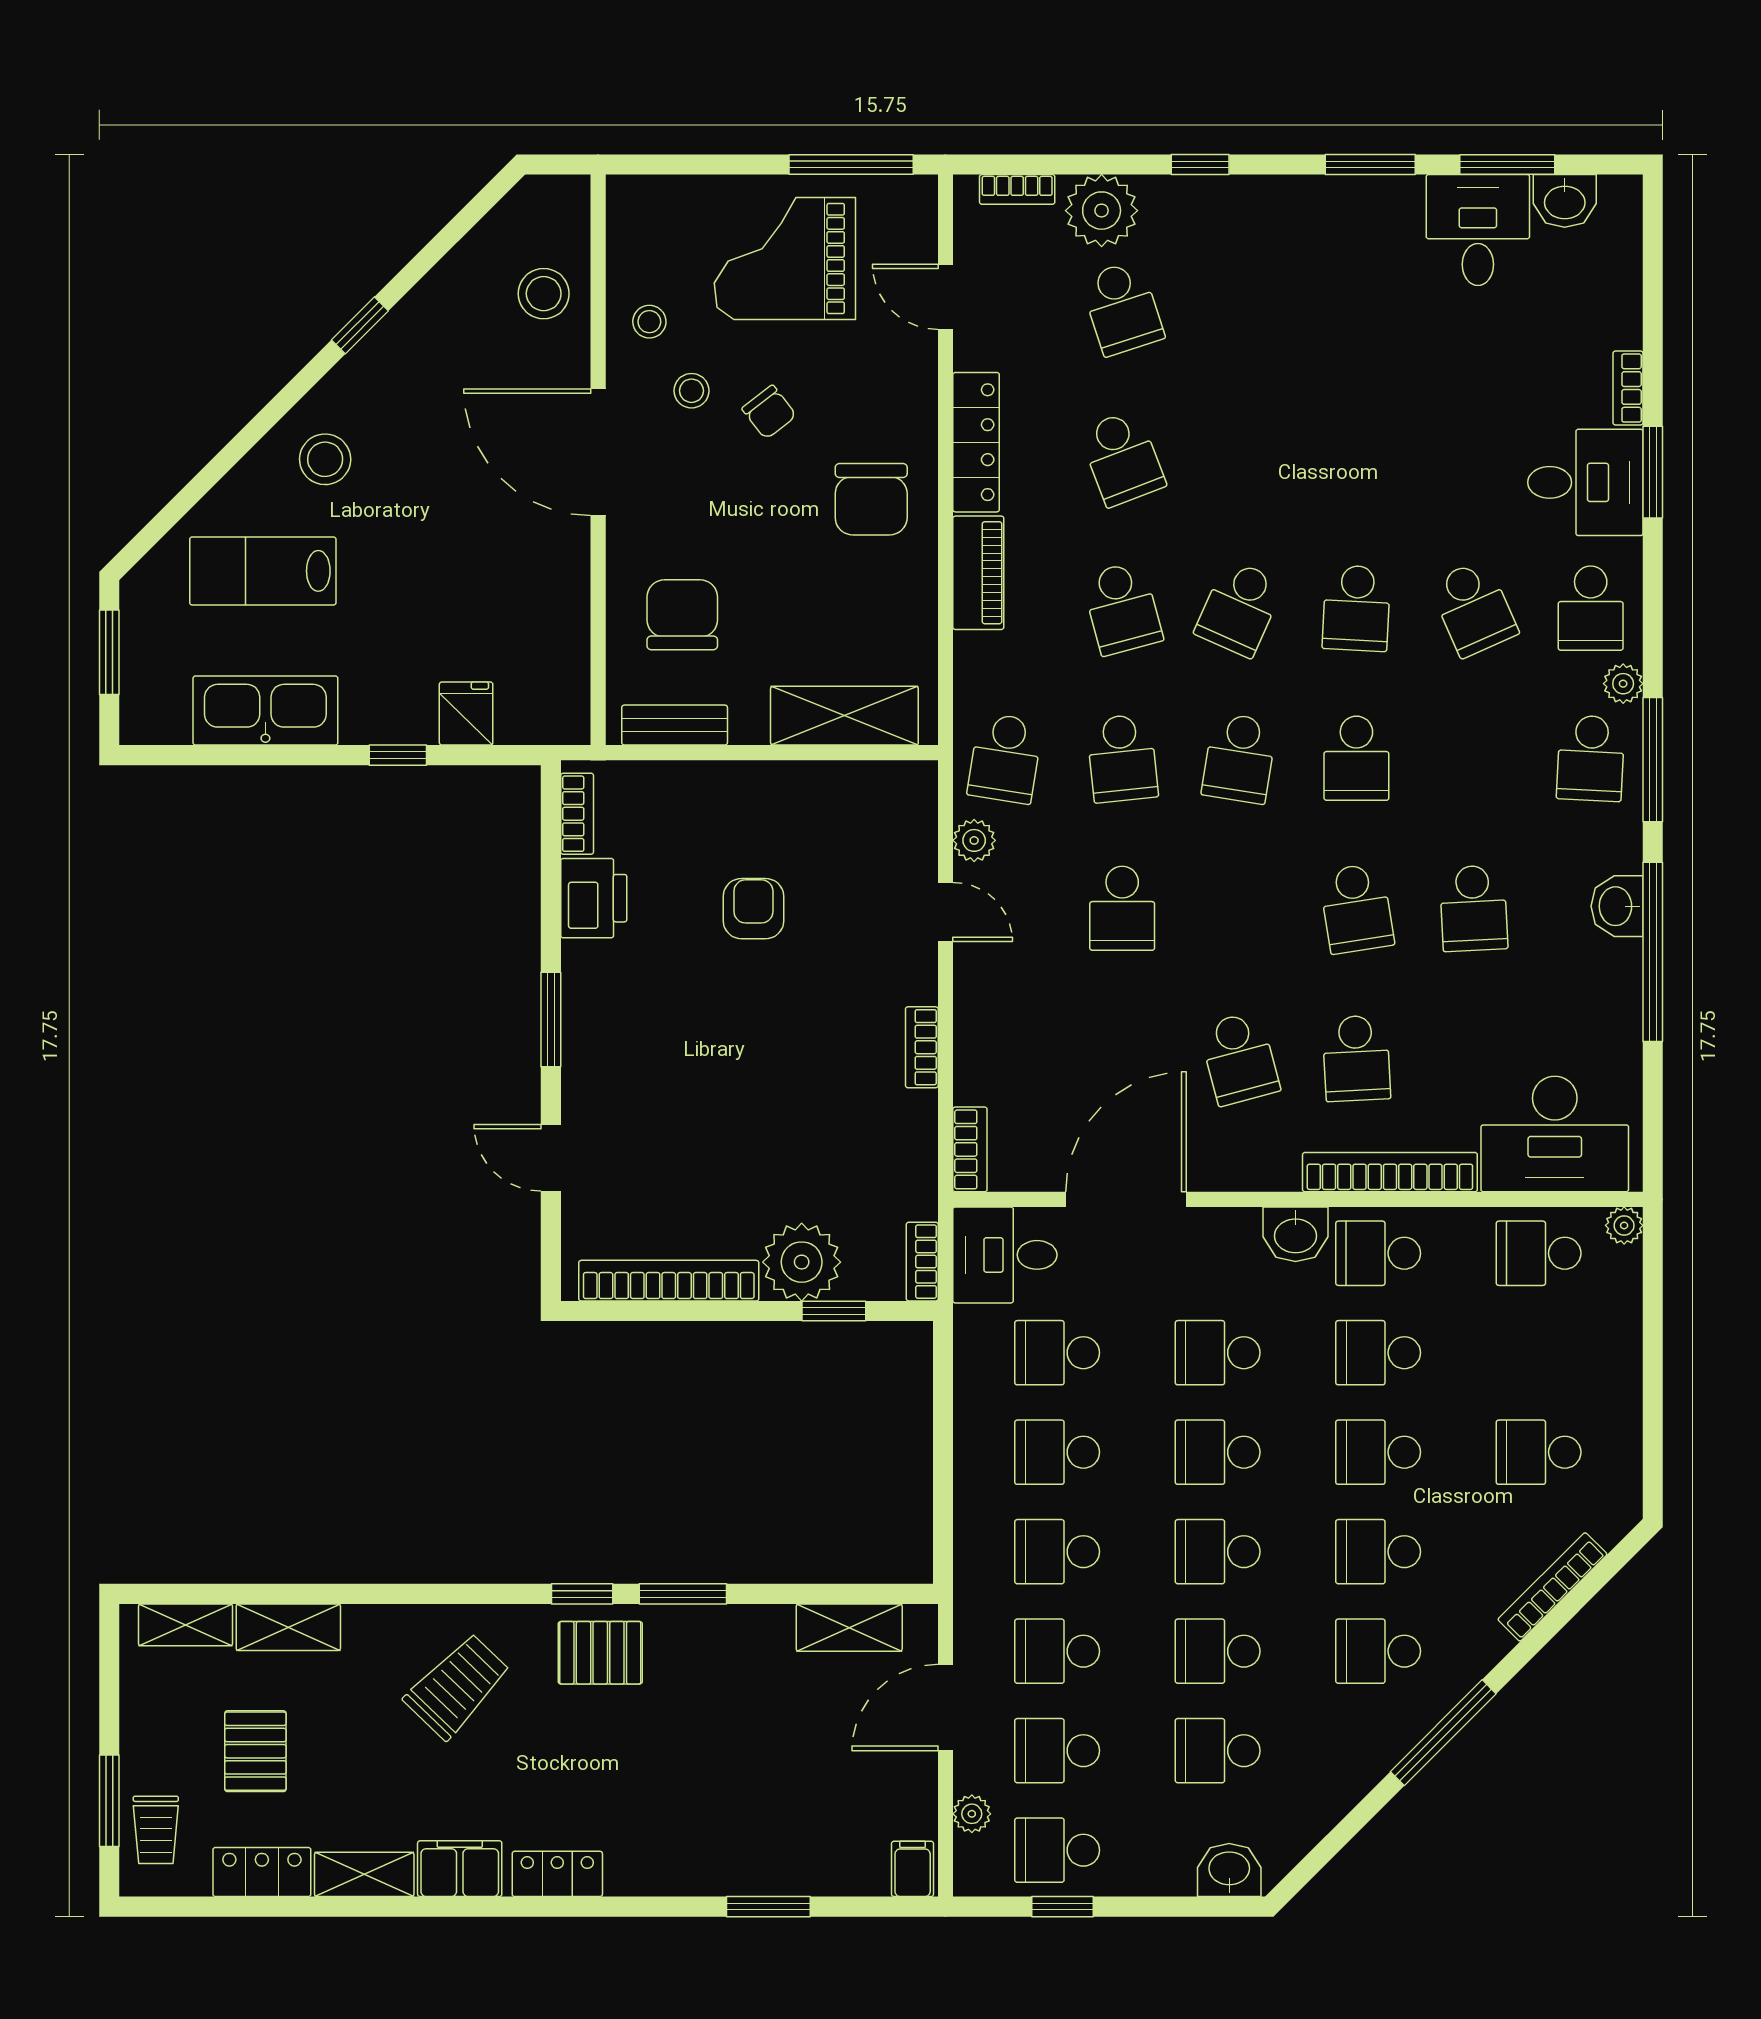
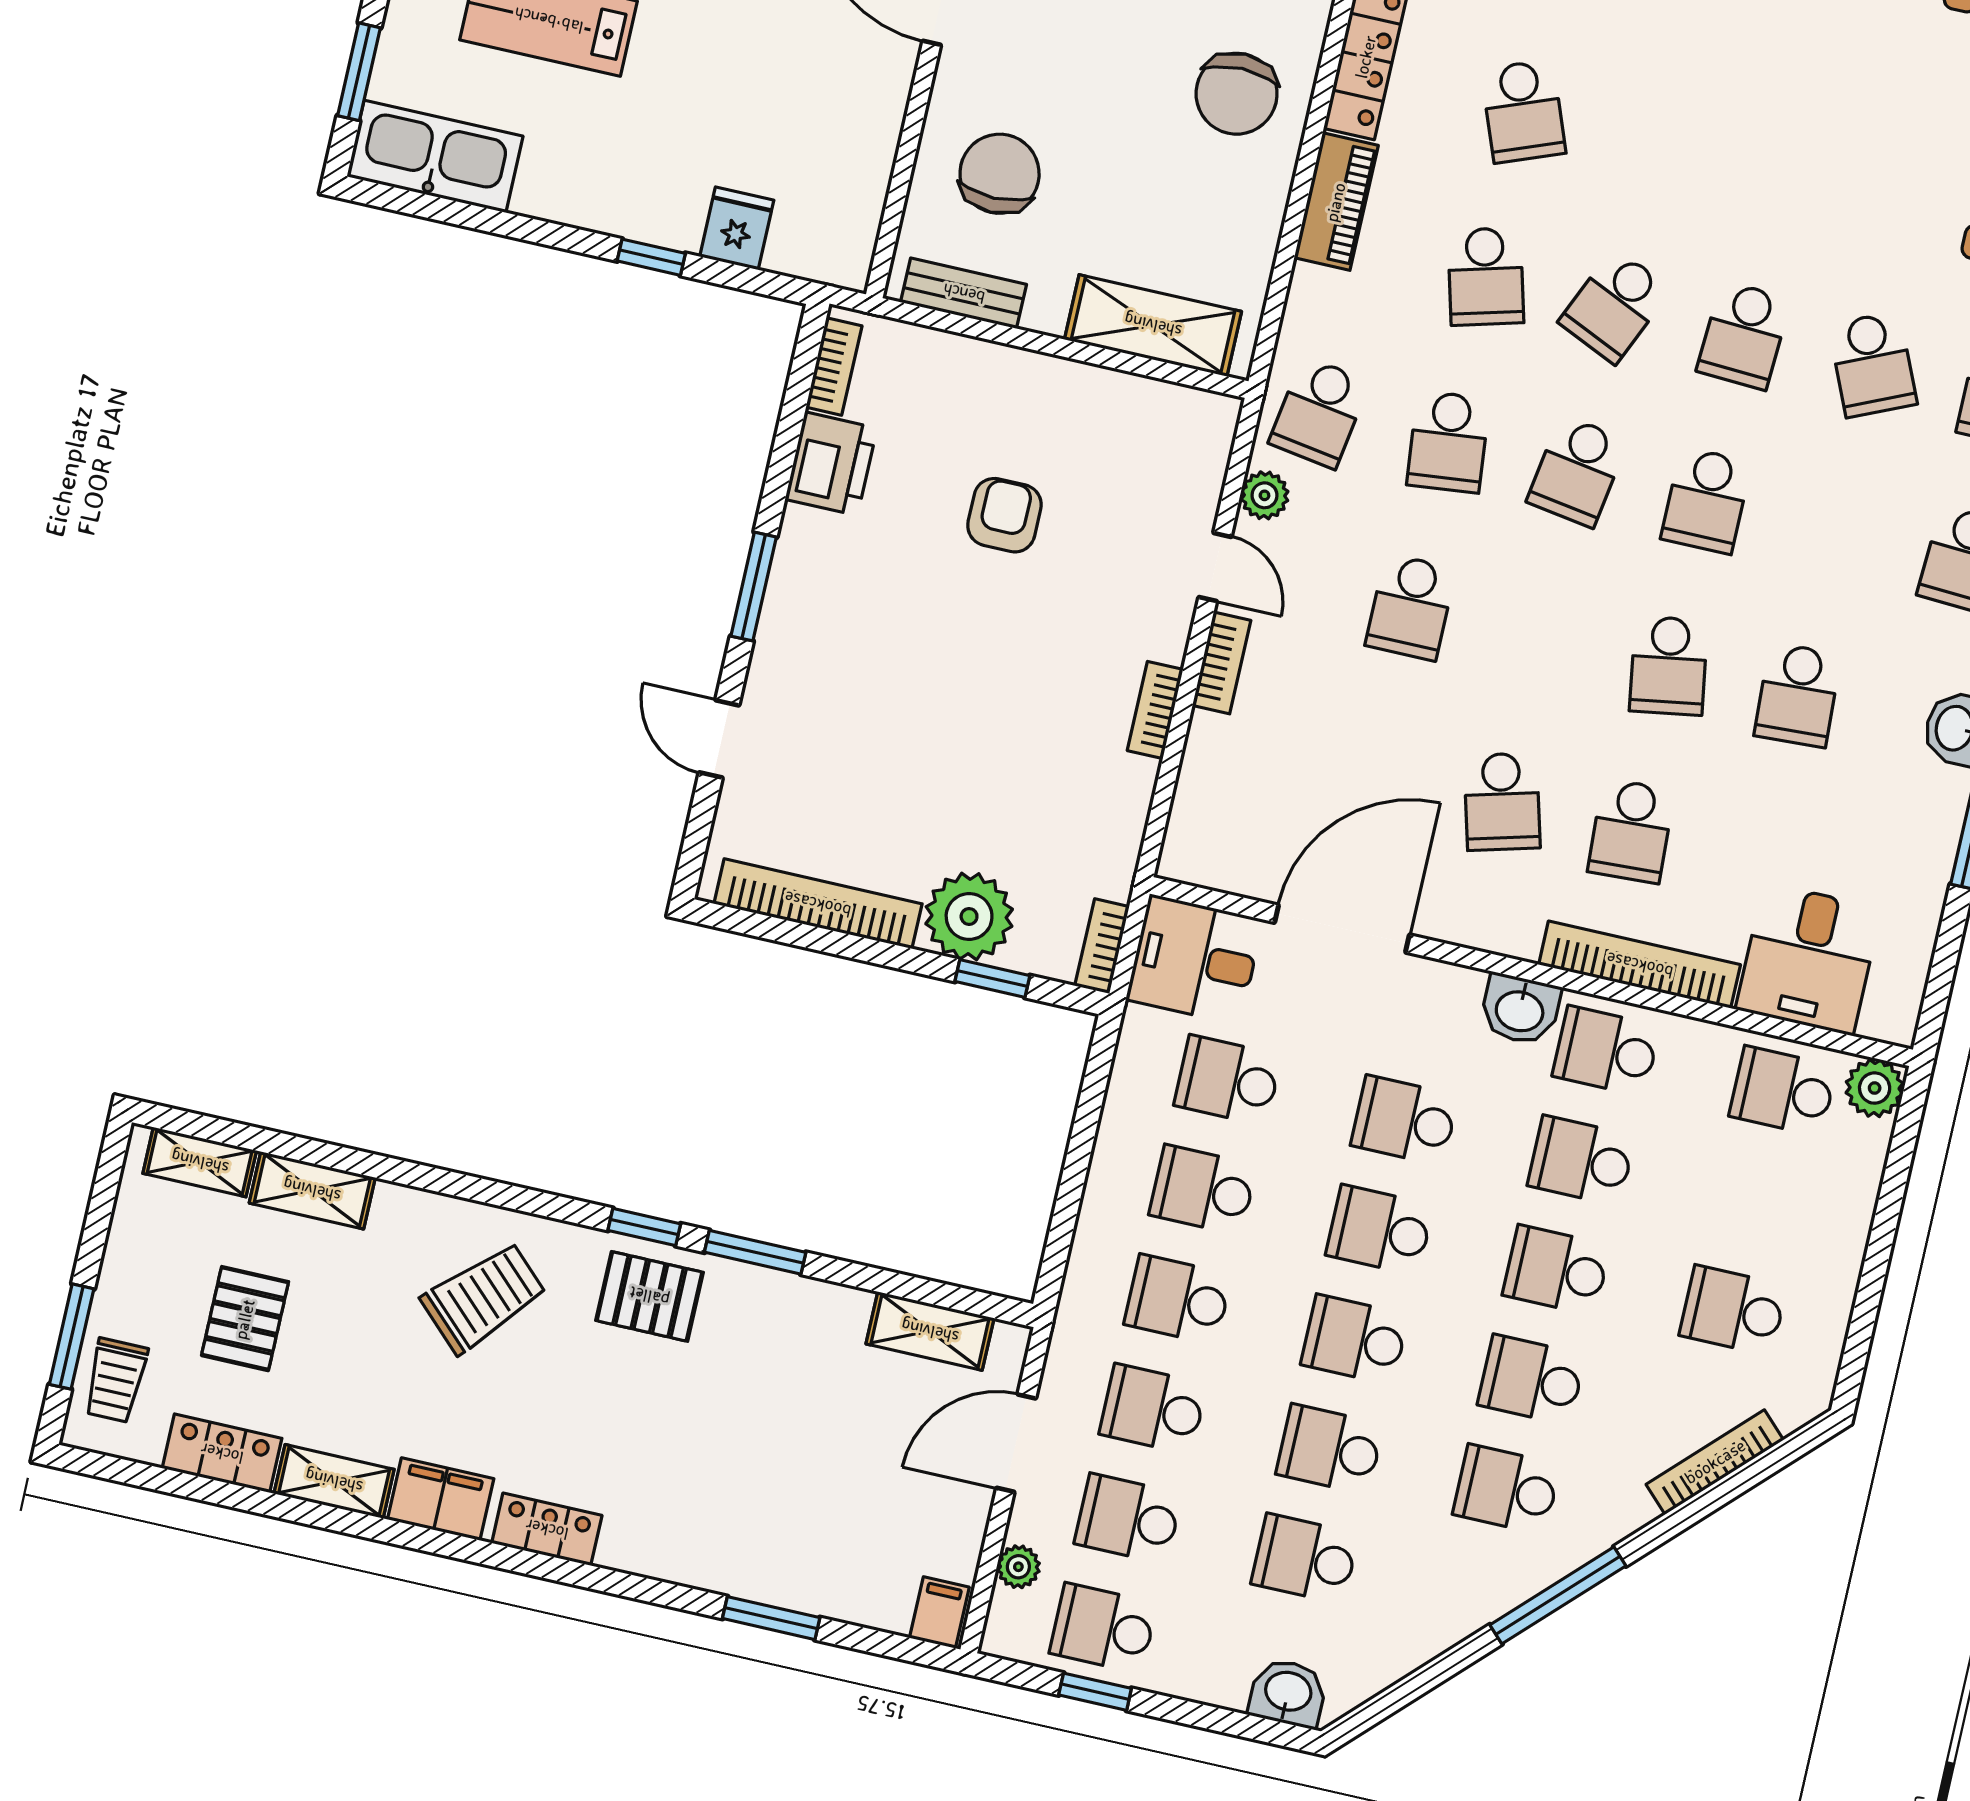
kitchen sink: (265, 711) -> (435, 156), moved
desk: (1555, 1134) -> (1809, 959), width x0.73
bookcase: (970, 1149) -> (1222, 663), moved
plant: (1624, 1225) -> (1875, 1088), width x1.38, depth x1.38

